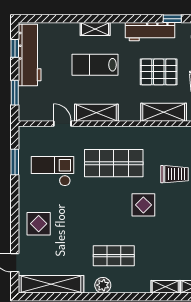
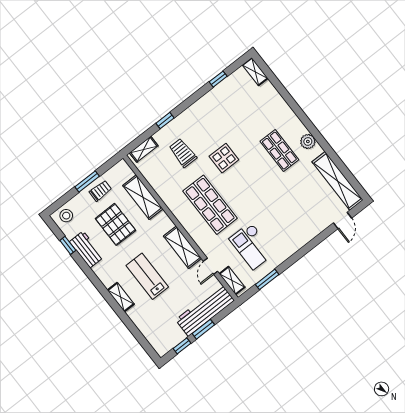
workbench: (150, 32) -> (87, 249), width x0.73
workbench: (30, 55) -> (205, 310), moved
lab bench: (95, 65) -> (147, 276), turned 180
window: (15, 93) -> (203, 329), moved
display table: (39, 224) -> (299, 225), removed
shelving: (165, 287) -> (232, 281), moved

